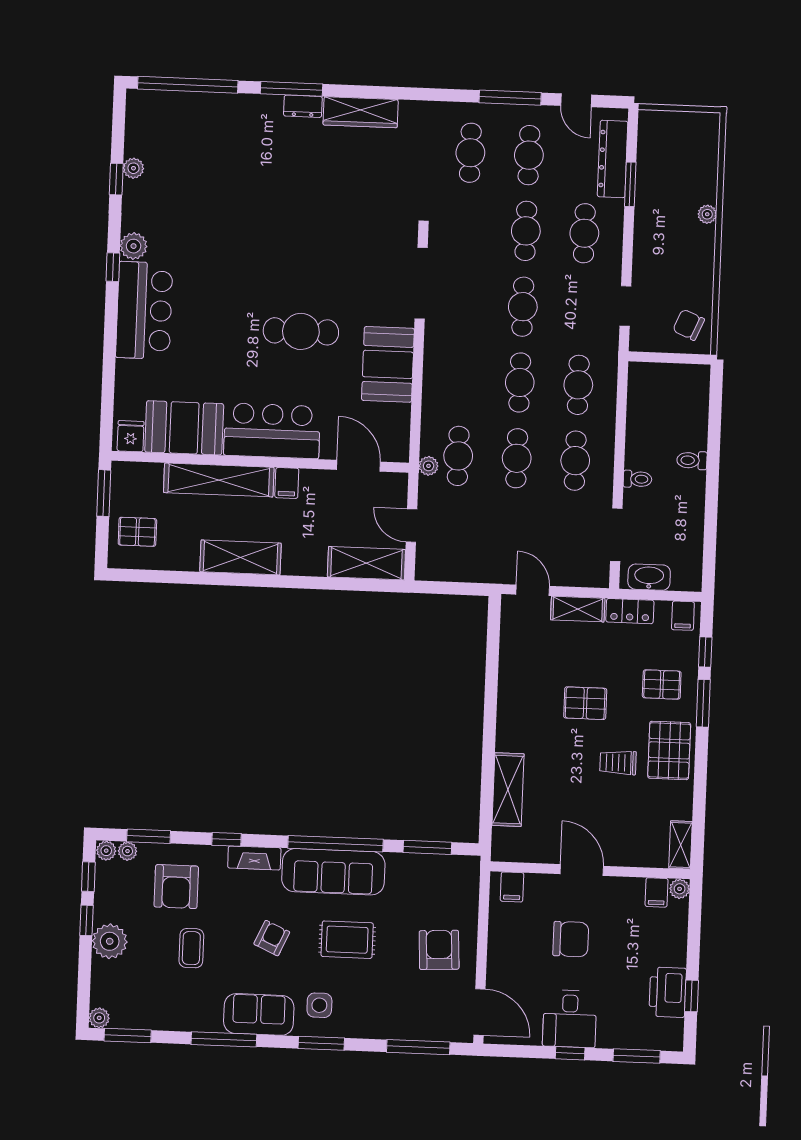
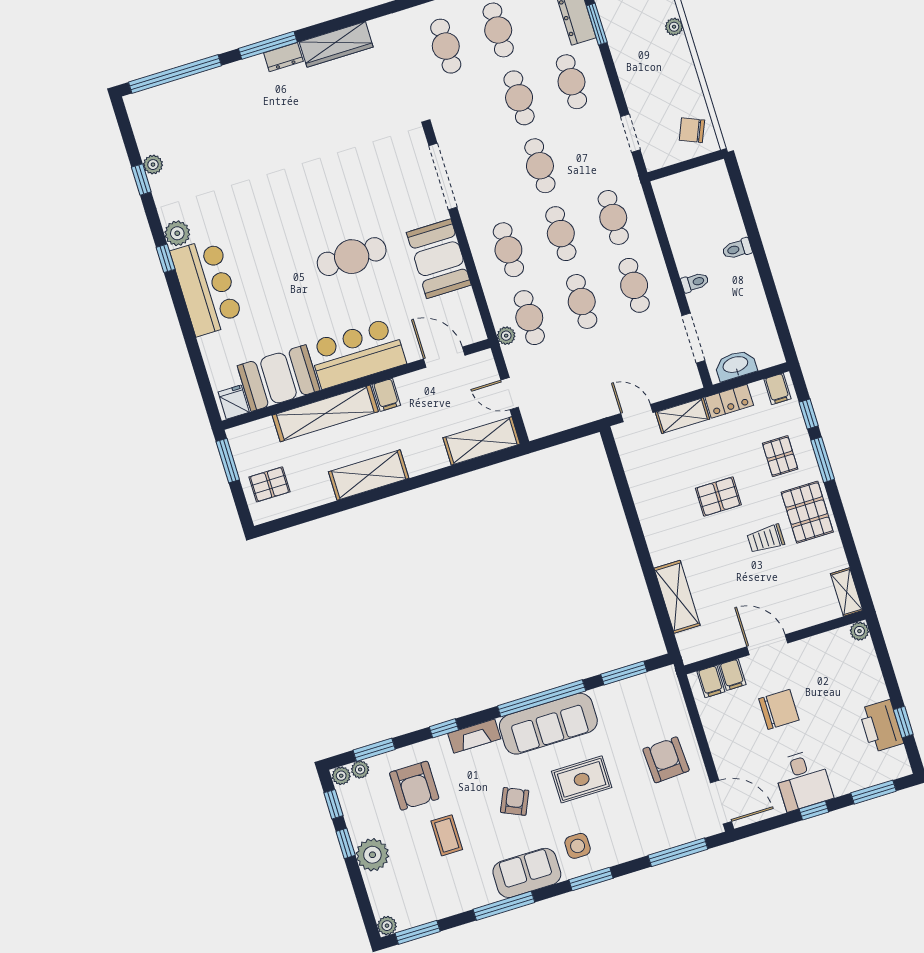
cafe table: (461, 380) -> (508, 250), added
pallet: (662, 684) -> (780, 456), turned 90
filing cabinet: (657, 892) -> (732, 675), moved

